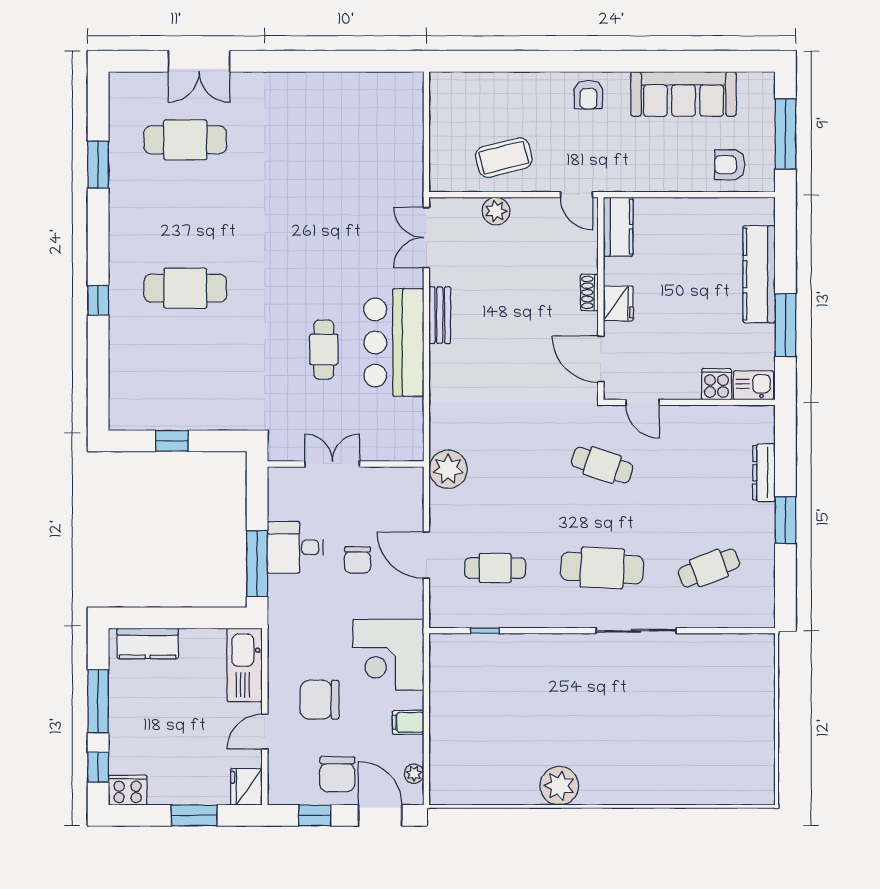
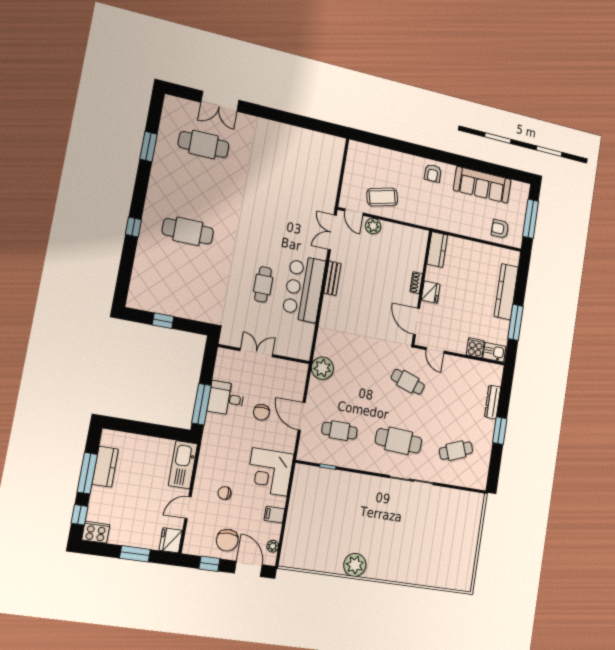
door: (577, 195) -> (354, 212), moved
kitchen counter: (148, 643) -> (105, 467), moved, turned -90
chair: (320, 700) -> (224, 493), width x0.54, depth x0.54

